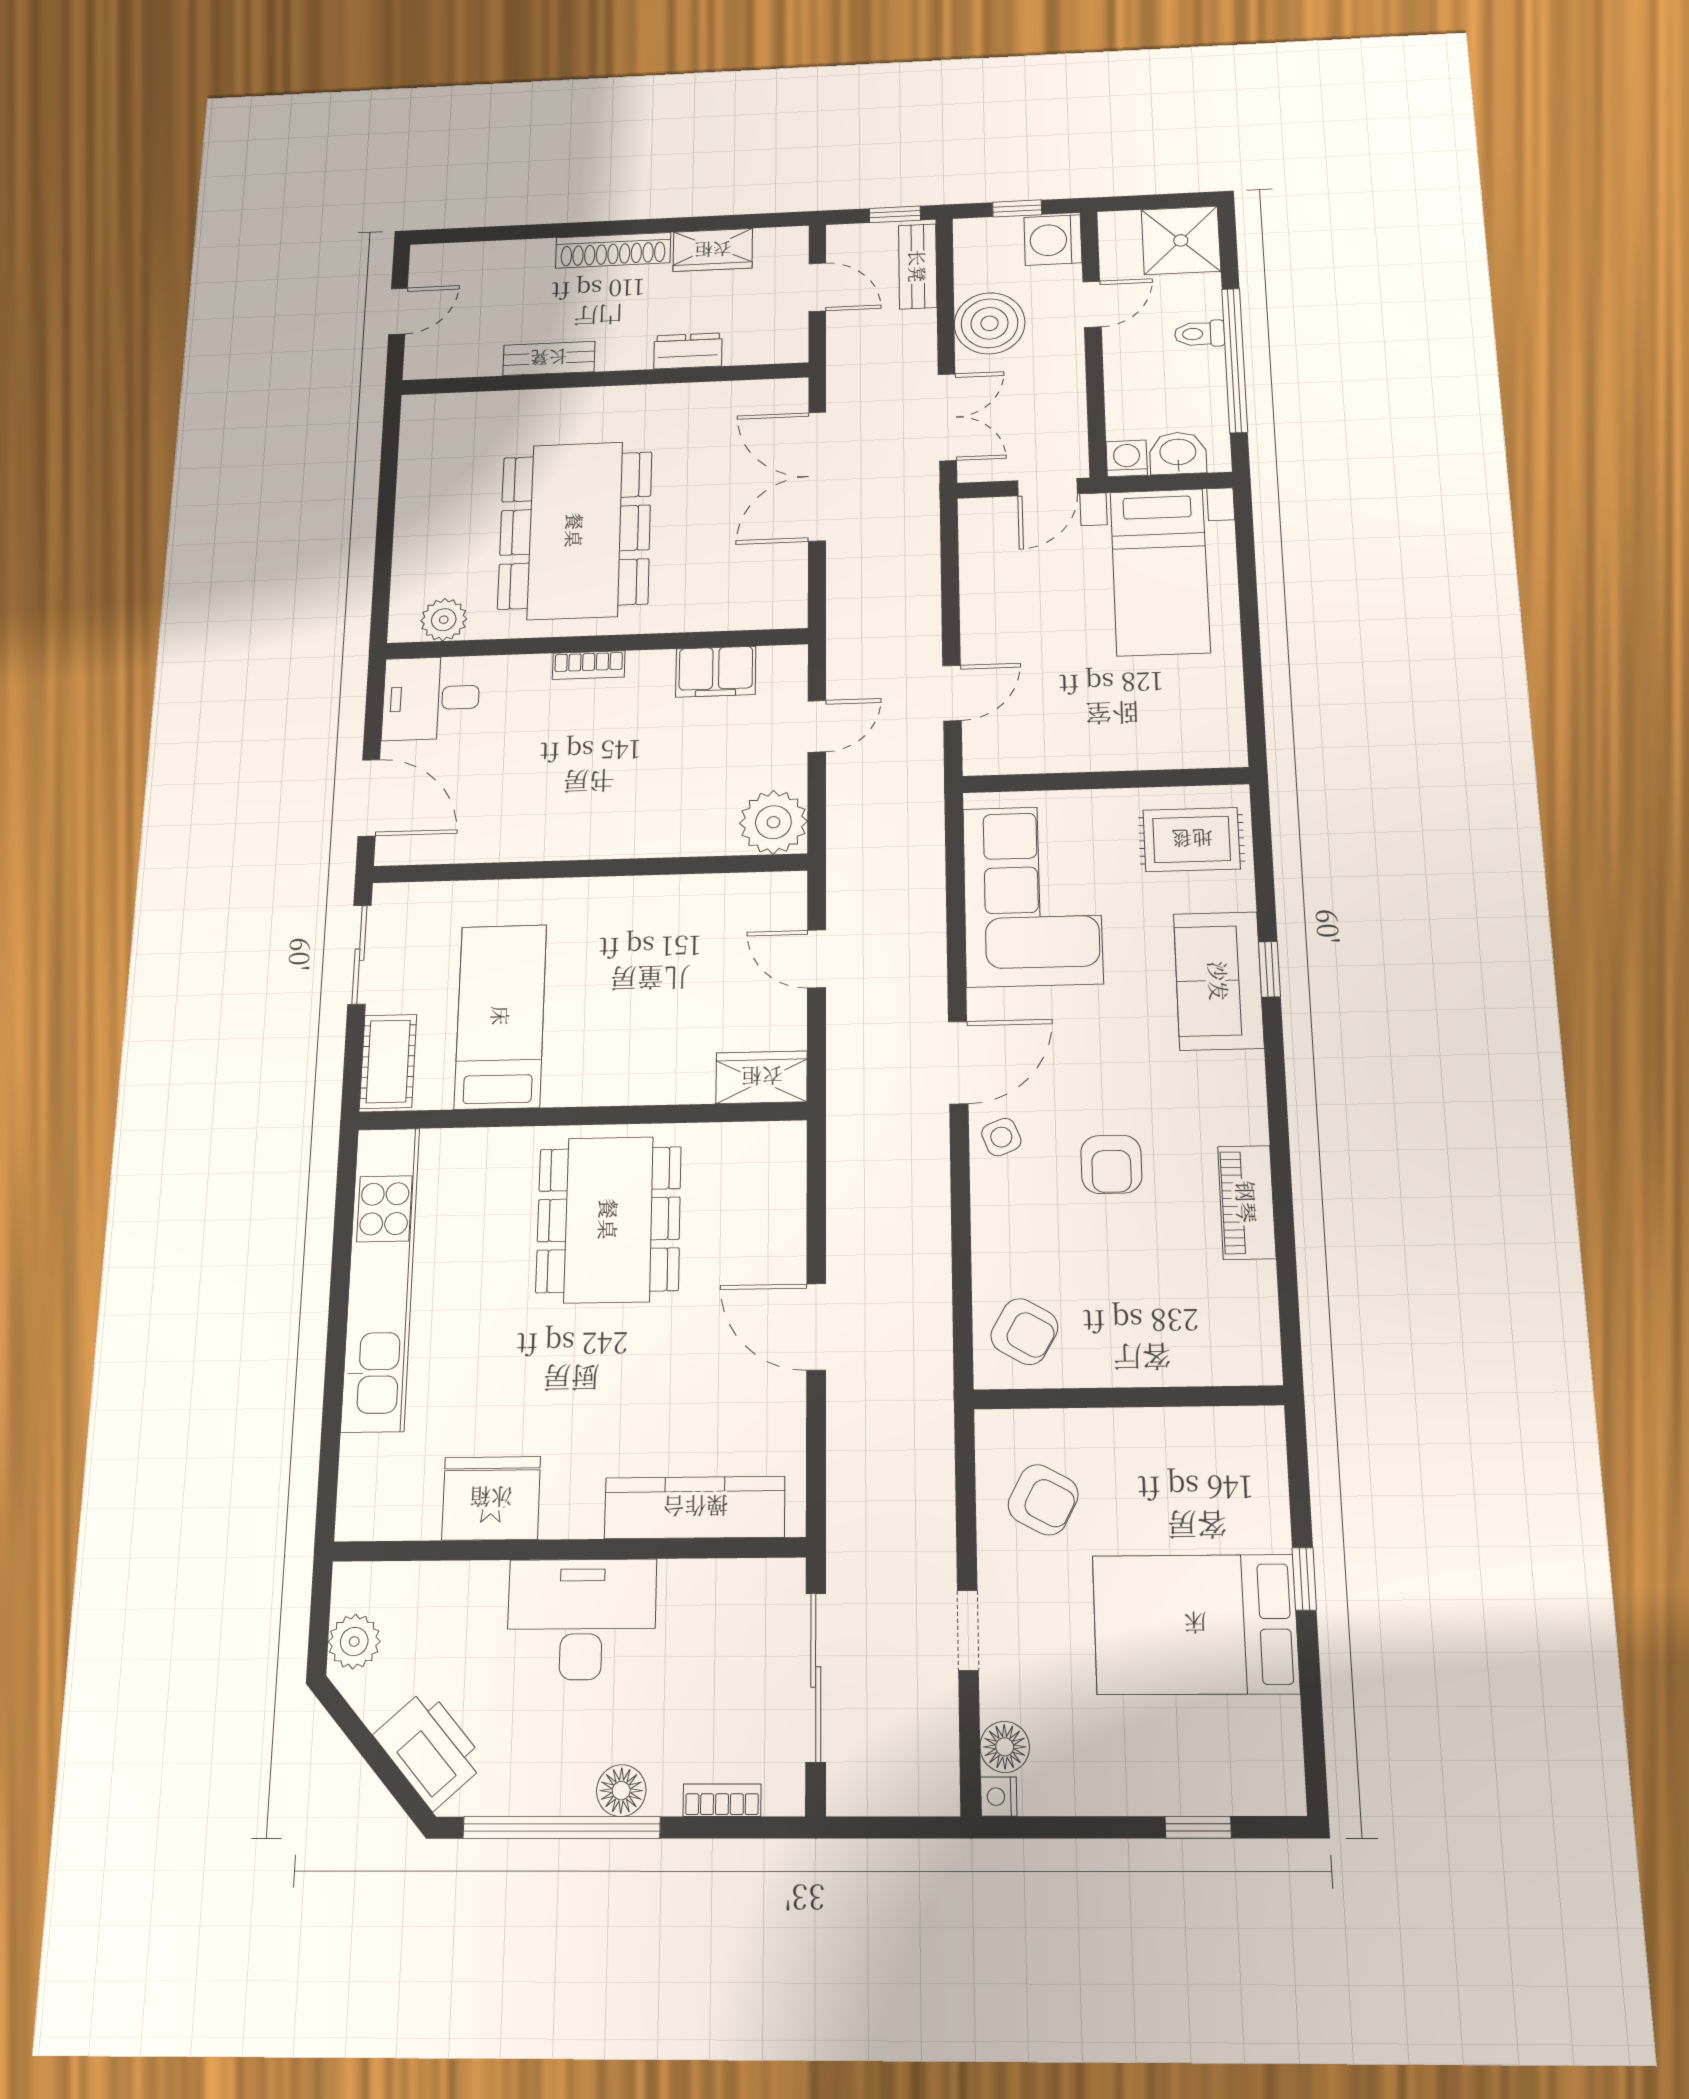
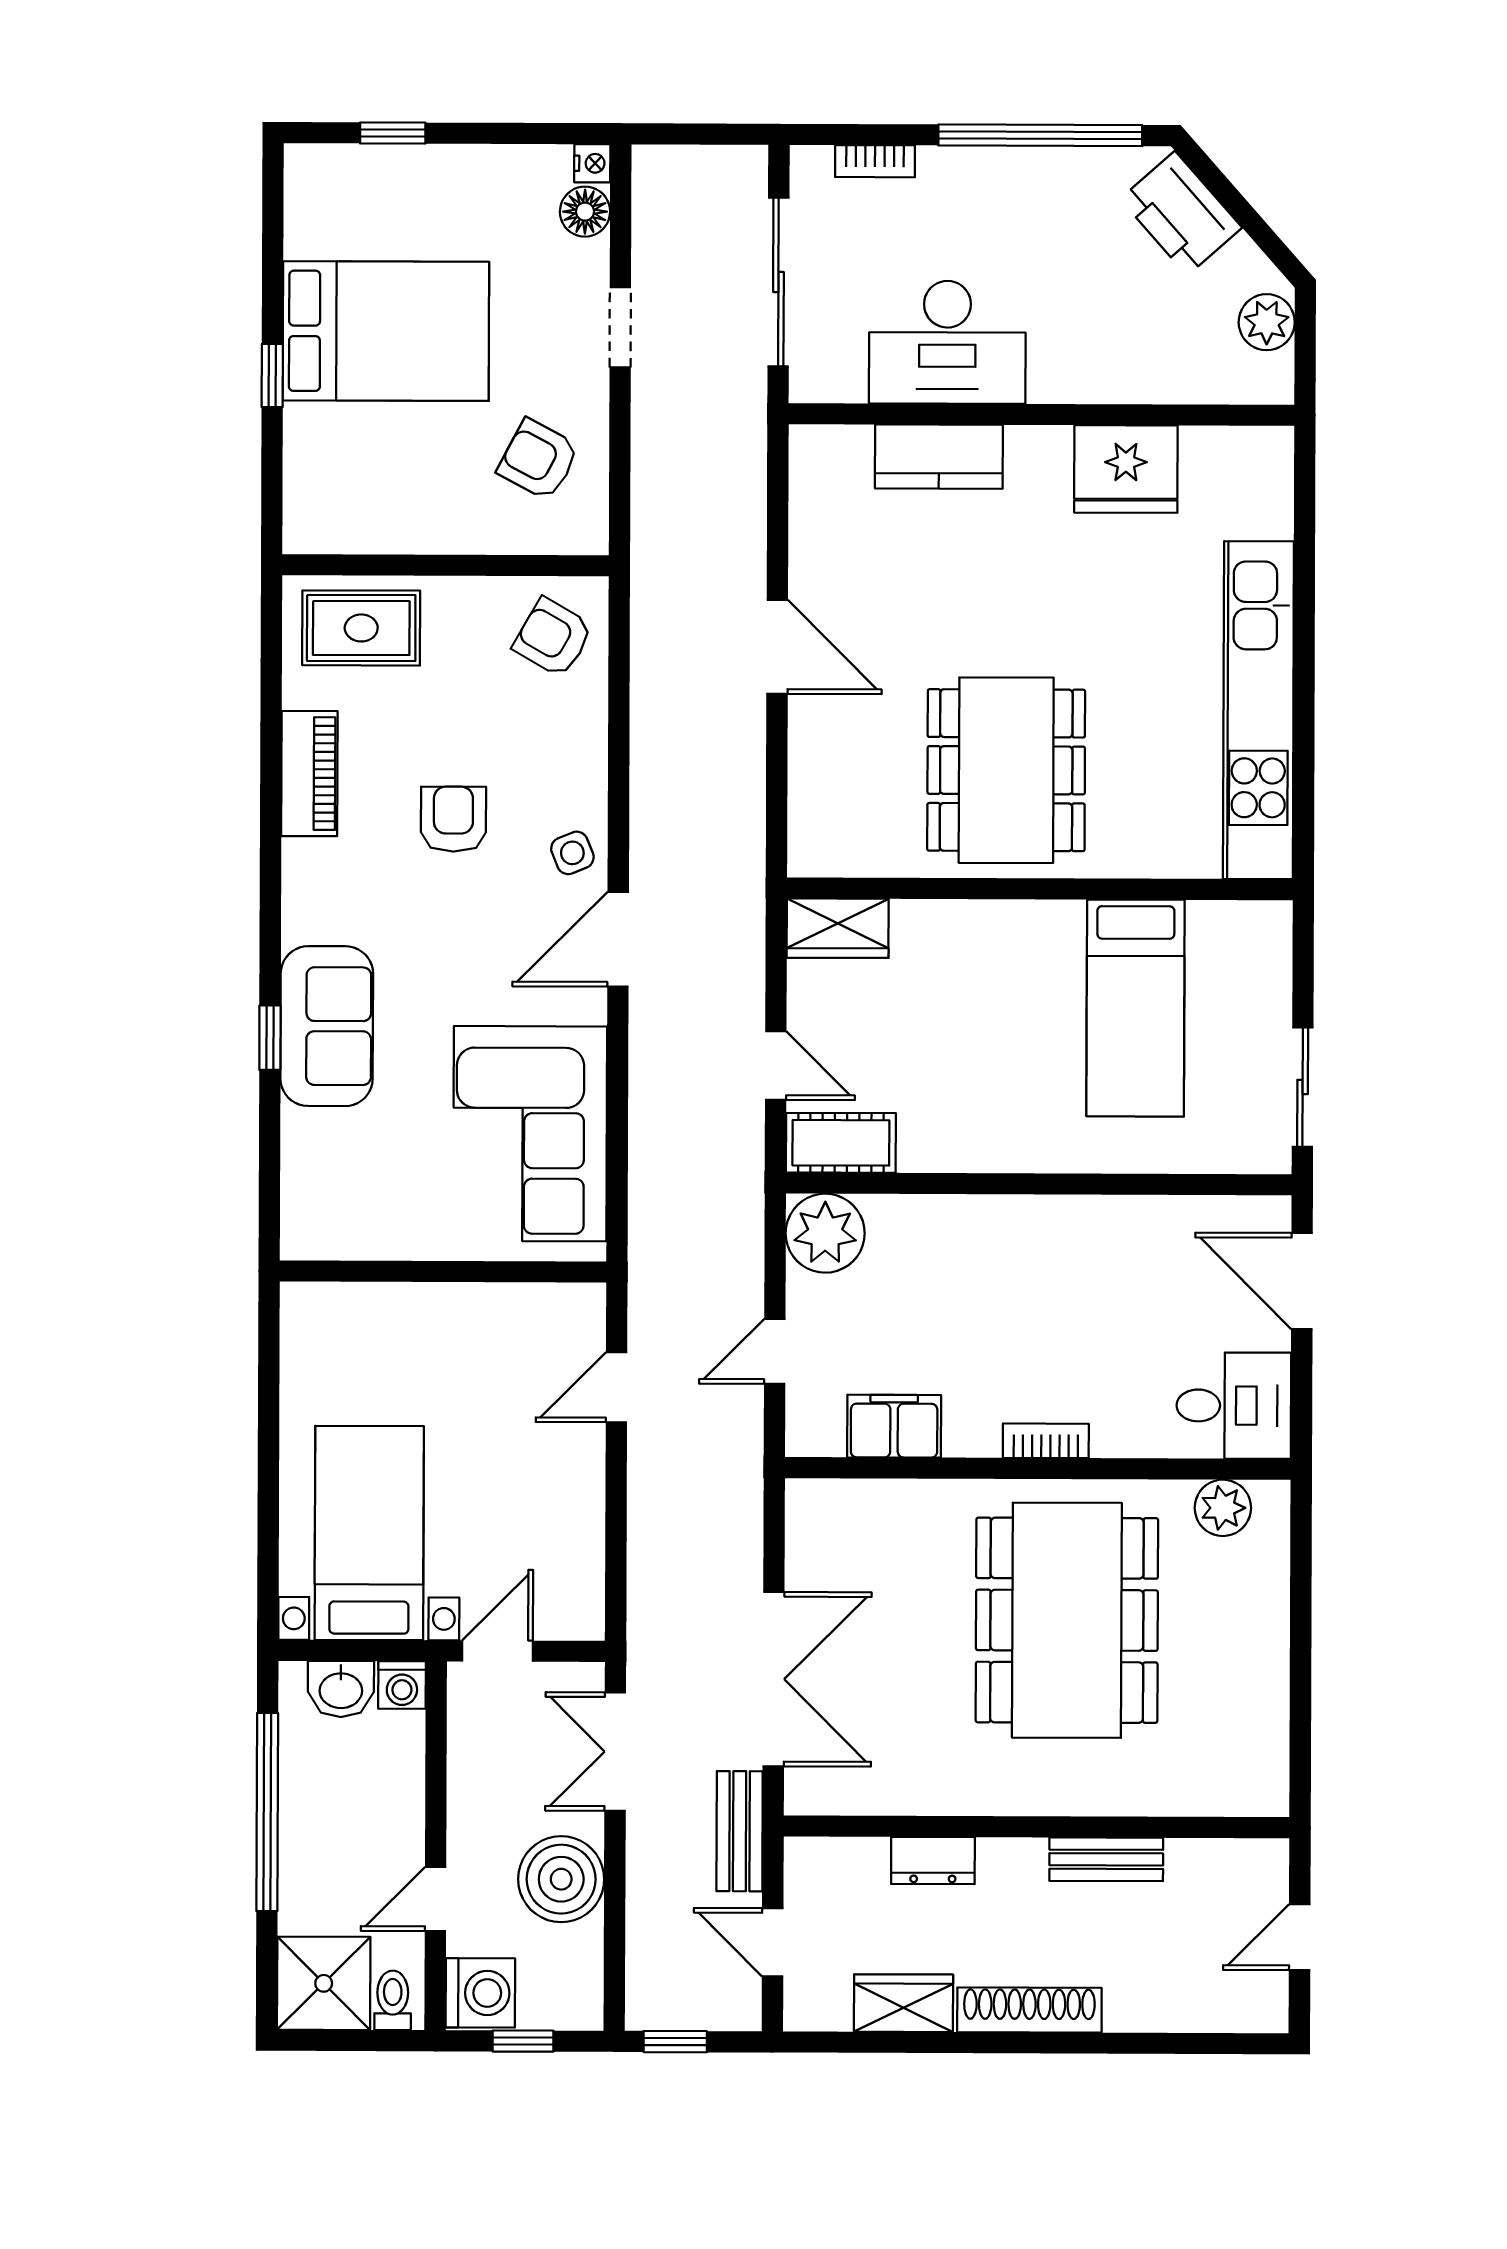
bench: (918, 266) -> (740, 1831), moved
toilet: (1200, 334) -> (393, 2000), moved, turned -90
rug: (1192, 839) -> (361, 628), moved
cot: (388, 1061) -> (841, 1143), moved, turned 90
kitchen counter: (695, 1507) -> (939, 457), width x0.67
desk: (582, 1619) -> (947, 342), moved
floor lamp: (621, 1791) -> (979, 171), removed

